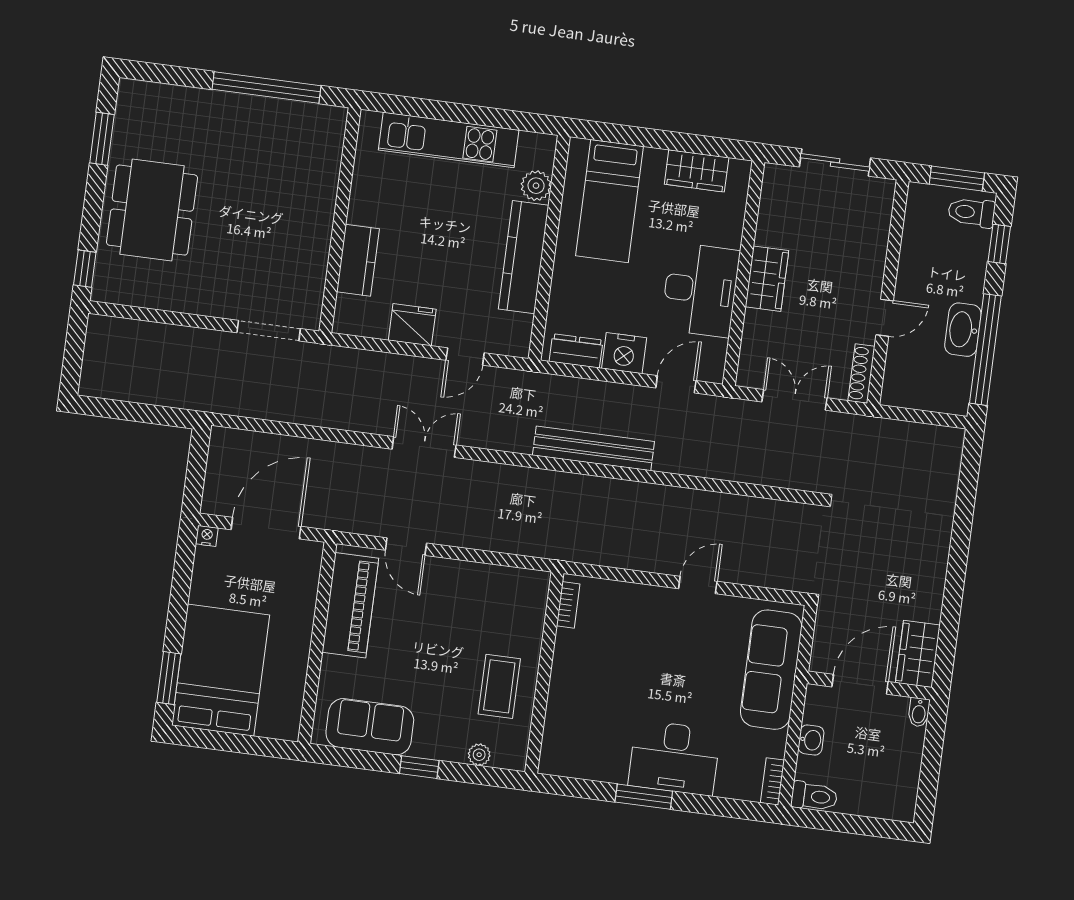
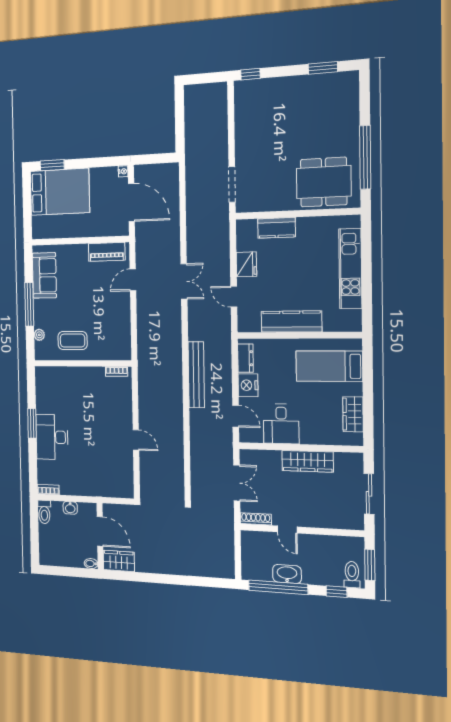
plant: (536, 186) -> (332, 323), removed
dining table: (152, 210) -> (324, 182), moved
wardrobe: (767, 279) -> (308, 461), width x1.50
desk: (700, 290) -> (281, 424), width x0.73
piano: (350, 605) -> (107, 252), width x0.73, depth x0.75
sofa: (771, 670) -> (100, 484), removed
window: (419, 767) -> (29, 304), width x2.17

